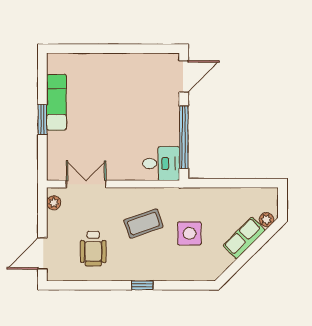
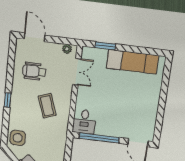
exam couch: (56, 102) -> (133, 62), width x1.36, depth x1.45
window: (42, 120) -> (105, 46), moved
side table: (189, 233) -> (18, 138), moved

